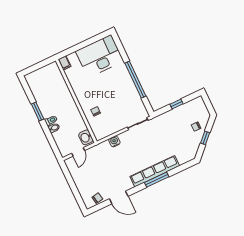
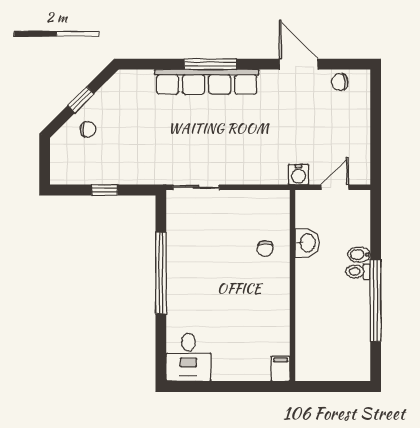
desk: (100, 56) -> (188, 357), width x0.53, depth x0.77
window: (38, 112) -> (376, 300), width x2.11
washbasin: (86, 137) -> (307, 243), moved
water cooler: (114, 141) -> (299, 175), moved

